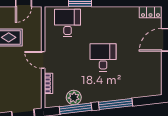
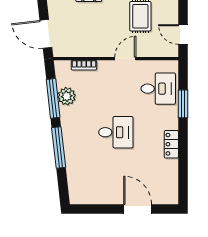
locker: (151, 12) -> (171, 144), moved
door: (43, 60) -> (125, 59), moved

